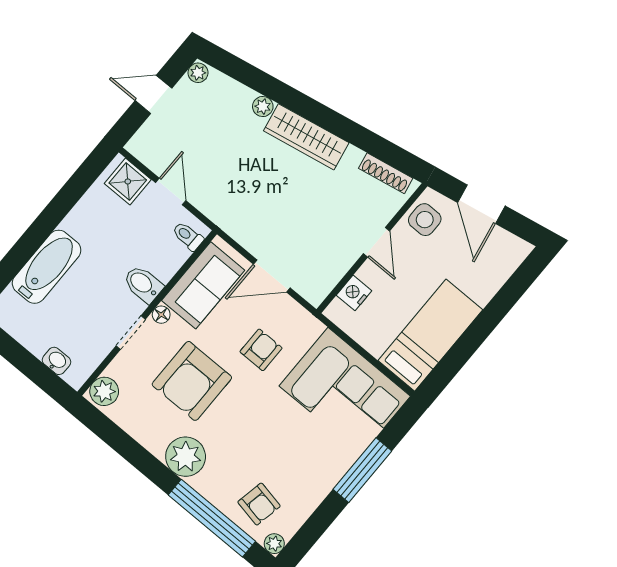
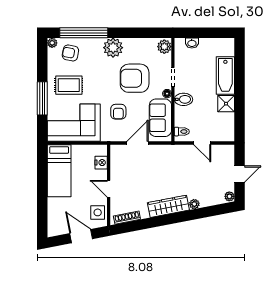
shower: (128, 181) -> (226, 104), moved
armchair: (192, 381) -> (135, 78), turned -90
rug: (303, 456) -> (69, 85), added

